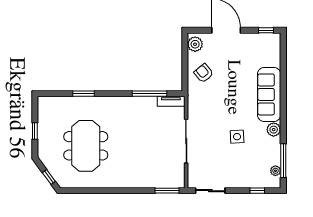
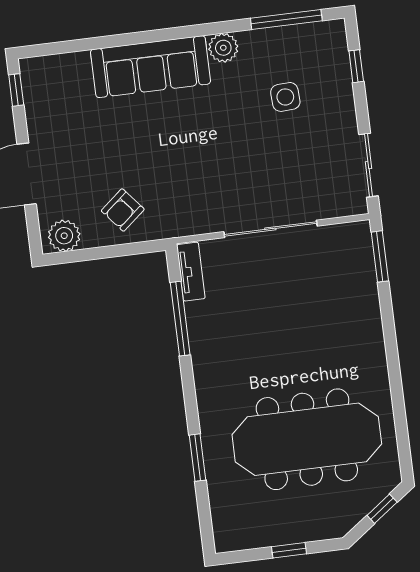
side table: (237, 137) -> (285, 97), moved
meeting table: (86, 146) -> (307, 439), width x1.36
plant: (275, 171) -> (309, 33), removed

